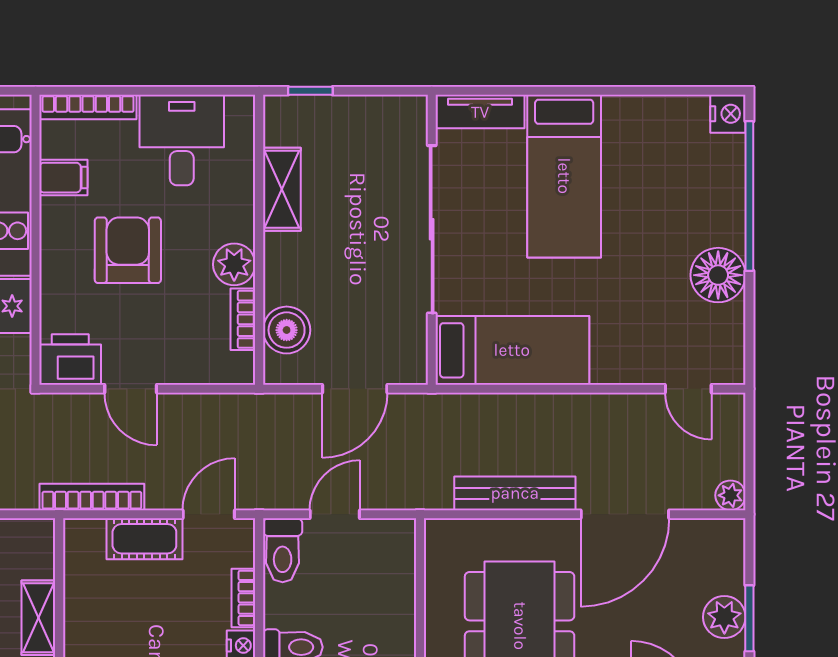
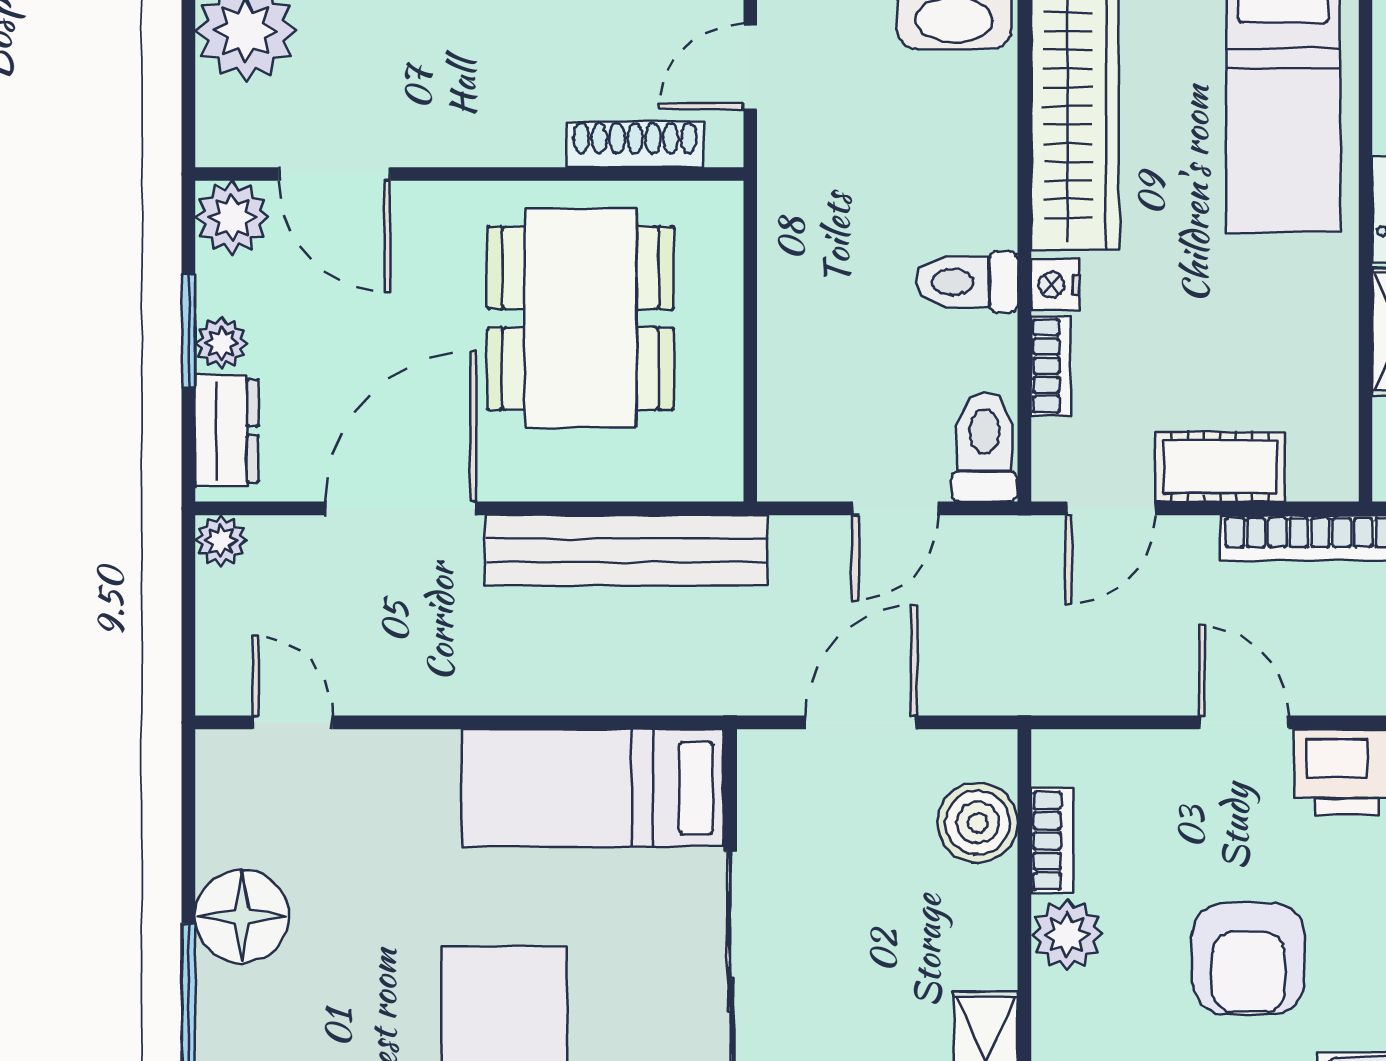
bench: (515, 493) -> (626, 550), width x1.37, depth x1.21
dresser: (727, 560) -> (227, 431), added
plant: (724, 617) -> (221, 343), width x0.73, depth x0.73

